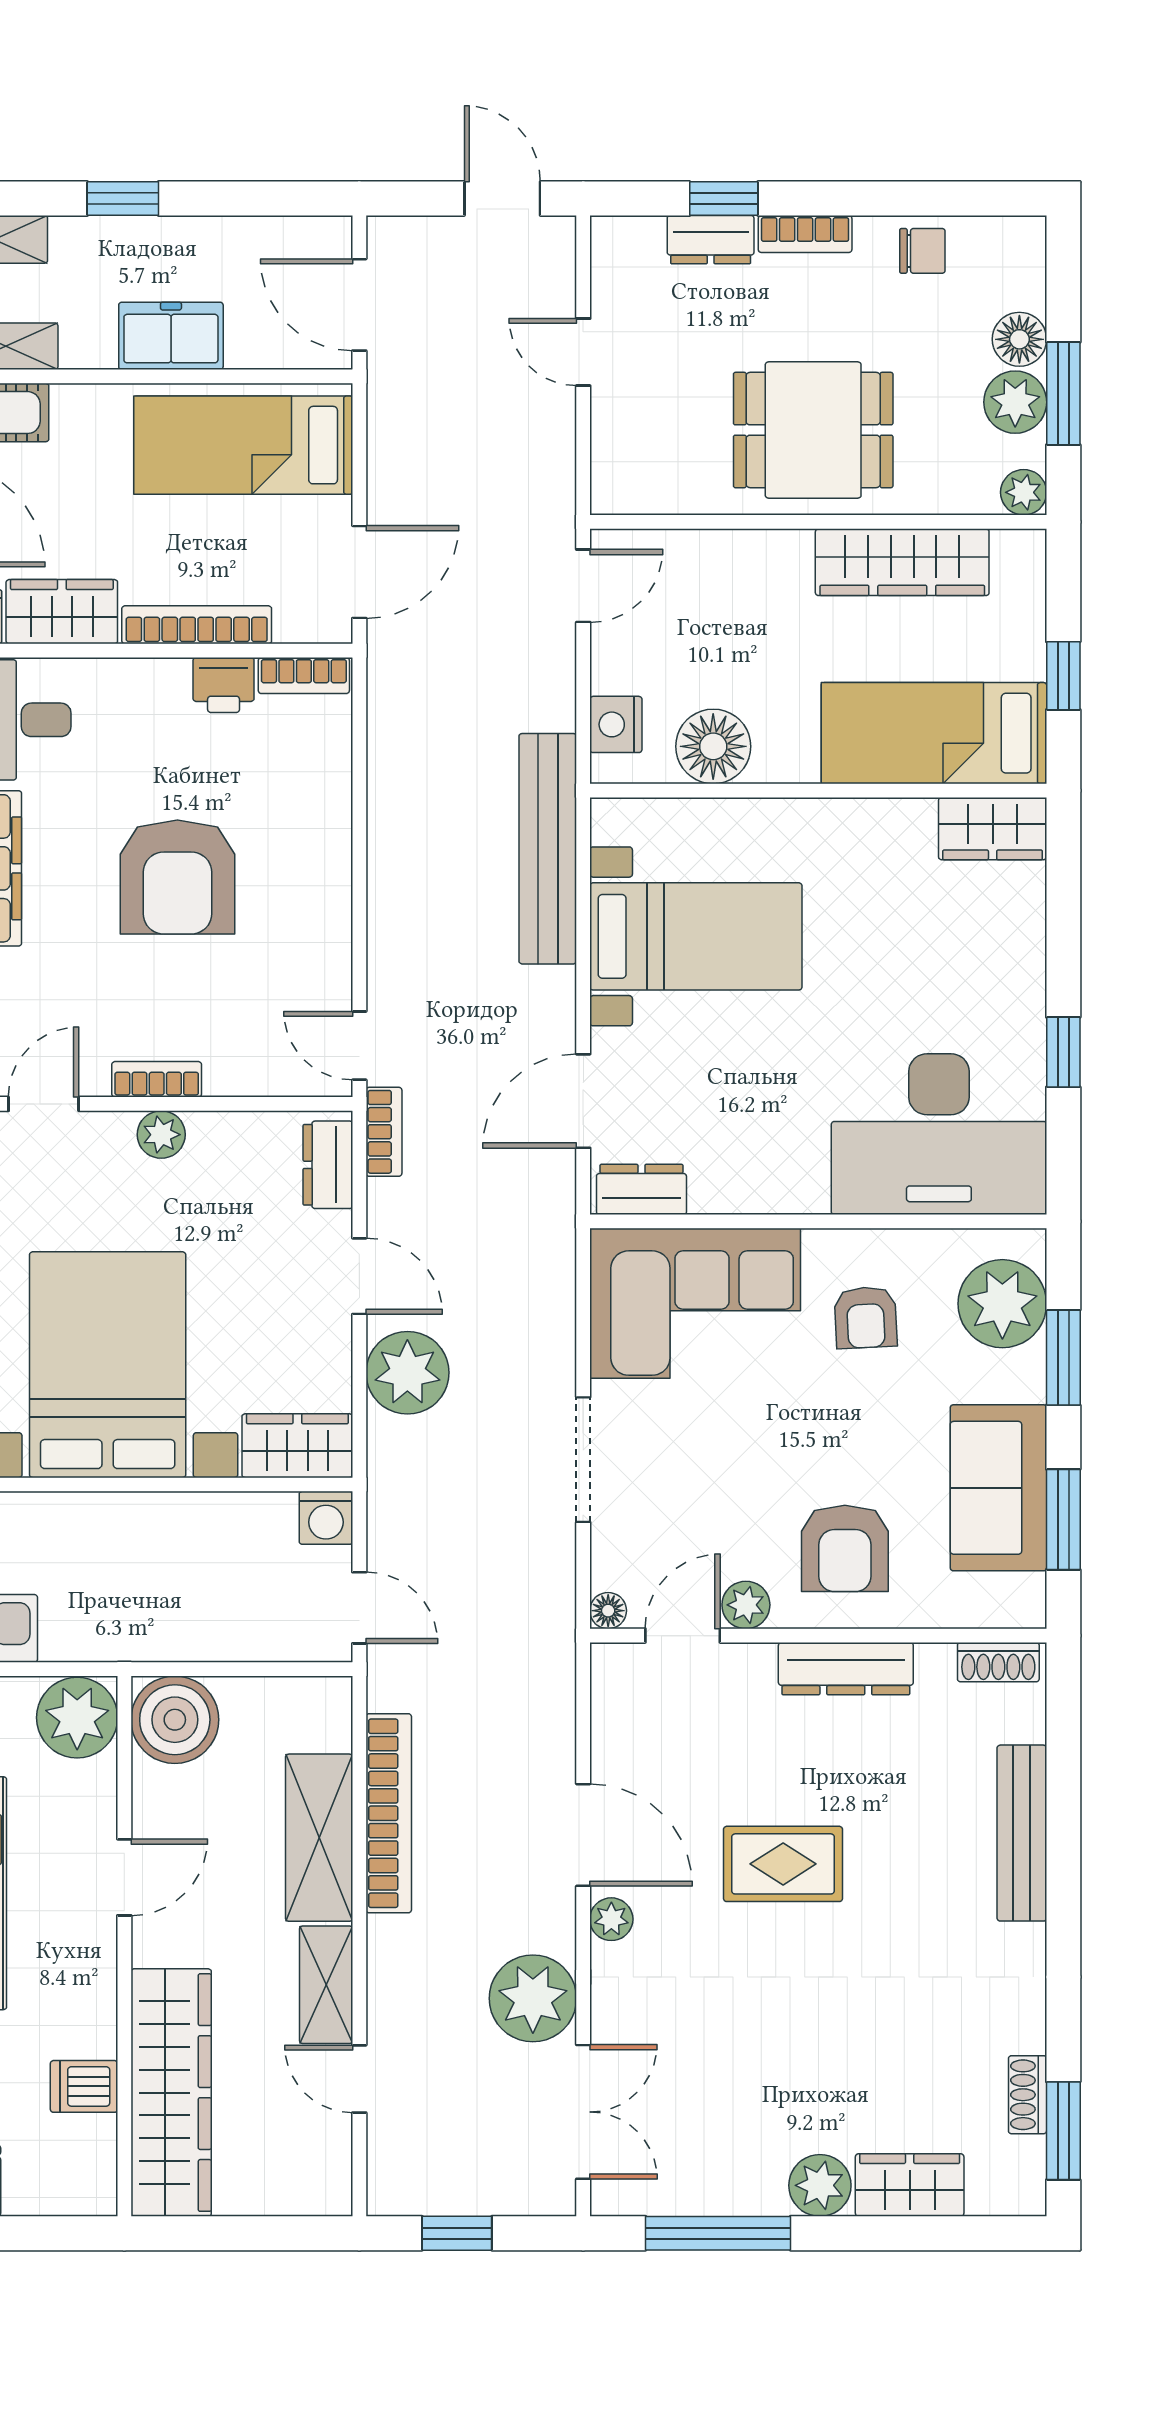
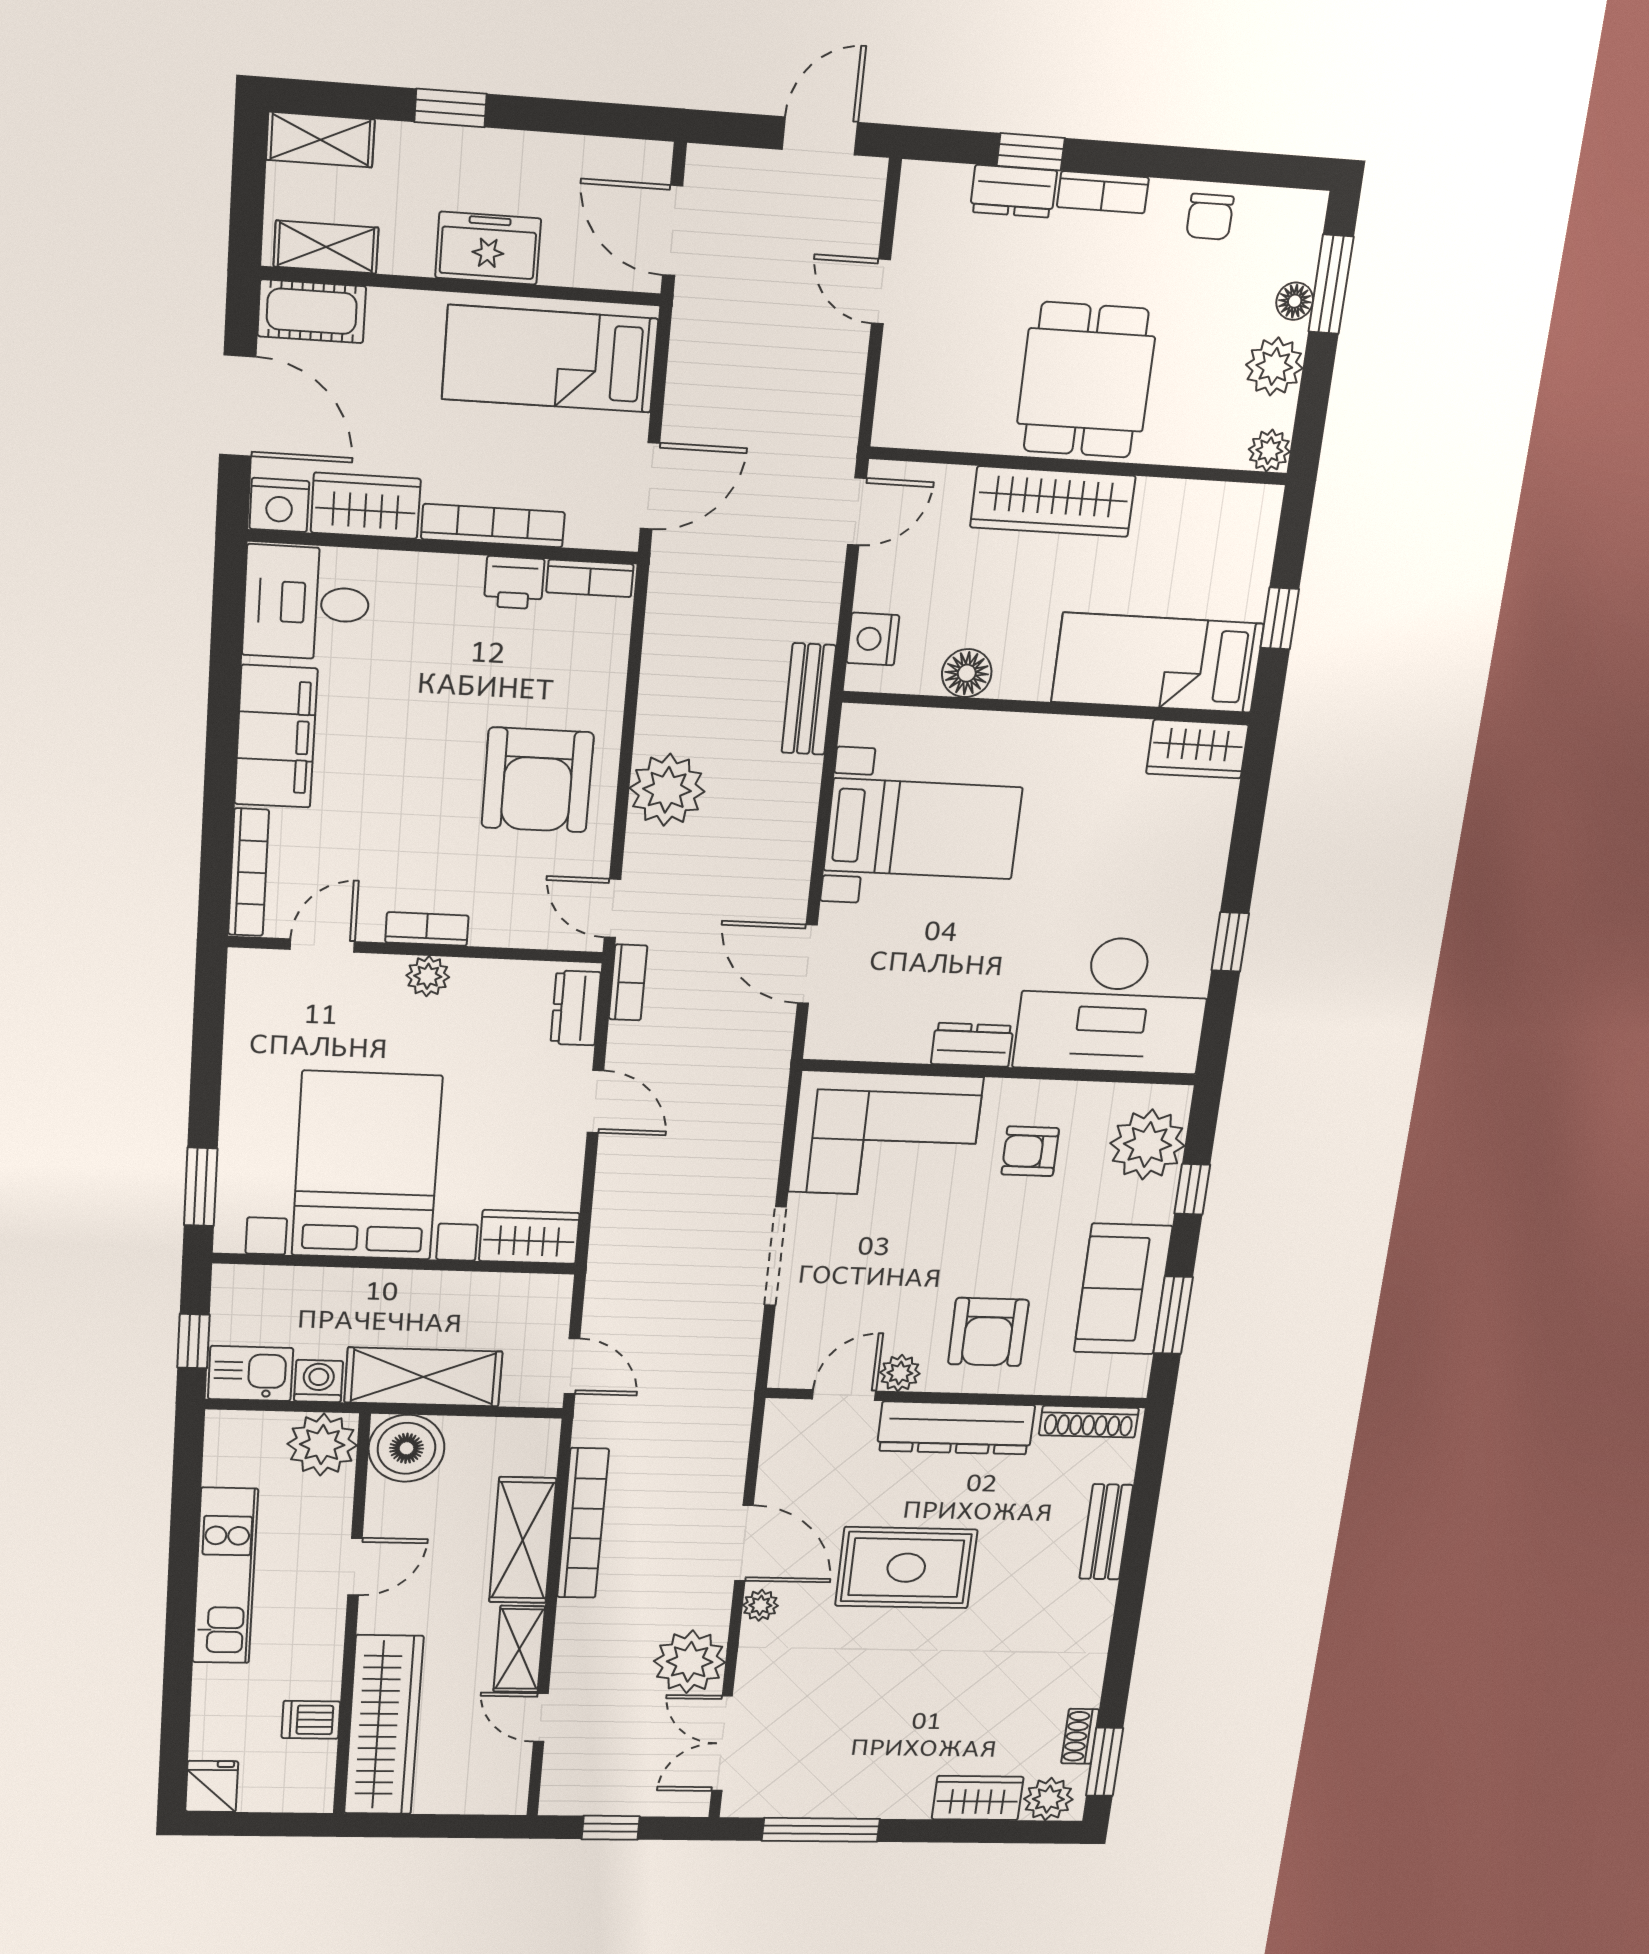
door: (502, 198) -> (820, 136), hinge flipped
chair: (922, 251) -> (1210, 217), turned 90
floor lamp: (1019, 339) -> (1295, 301), width x0.73, depth x0.73
window: (1063, 394) -> (1331, 284), moved
dining table: (813, 430) -> (1086, 380), turned 90
wardrobe: (902, 562) -> (1053, 502), moved
floor lamp: (713, 746) -> (967, 673), width x0.73, depth x0.73
bench: (548, 849) -> (809, 699), width x0.54, depth x0.82
armchair: (177, 877) -> (538, 780), moved
door: (583, 1101) -> (807, 964), hinge flipped
dresser: (641, 1189) -> (972, 1045), moved
armchair: (866, 1317) -> (1030, 1151), turned 93
window: (1063, 1358) -> (1192, 1189), width x0.67
plant: (407, 1373) -> (667, 790), moved
washing machine: (326, 1518) -> (319, 1381), moved, turned 180
floor lamp: (608, 1611) -> (784, 1374), removed
shelving: (188, 1627) -> (423, 1377), added
shoe rack: (998, 1662) -> (1089, 1422), width x1.43
dresser: (846, 1669) -> (956, 1428), width x1.37, depth x1.24
bench: (1022, 1833) -> (1106, 1532), width x0.73
rug: (783, 1864) -> (906, 1568), width x1.36, depth x1.43
double door: (583, 2112) -> (722, 1744), swing flipped
plant: (820, 2185) -> (1048, 1799), moved

